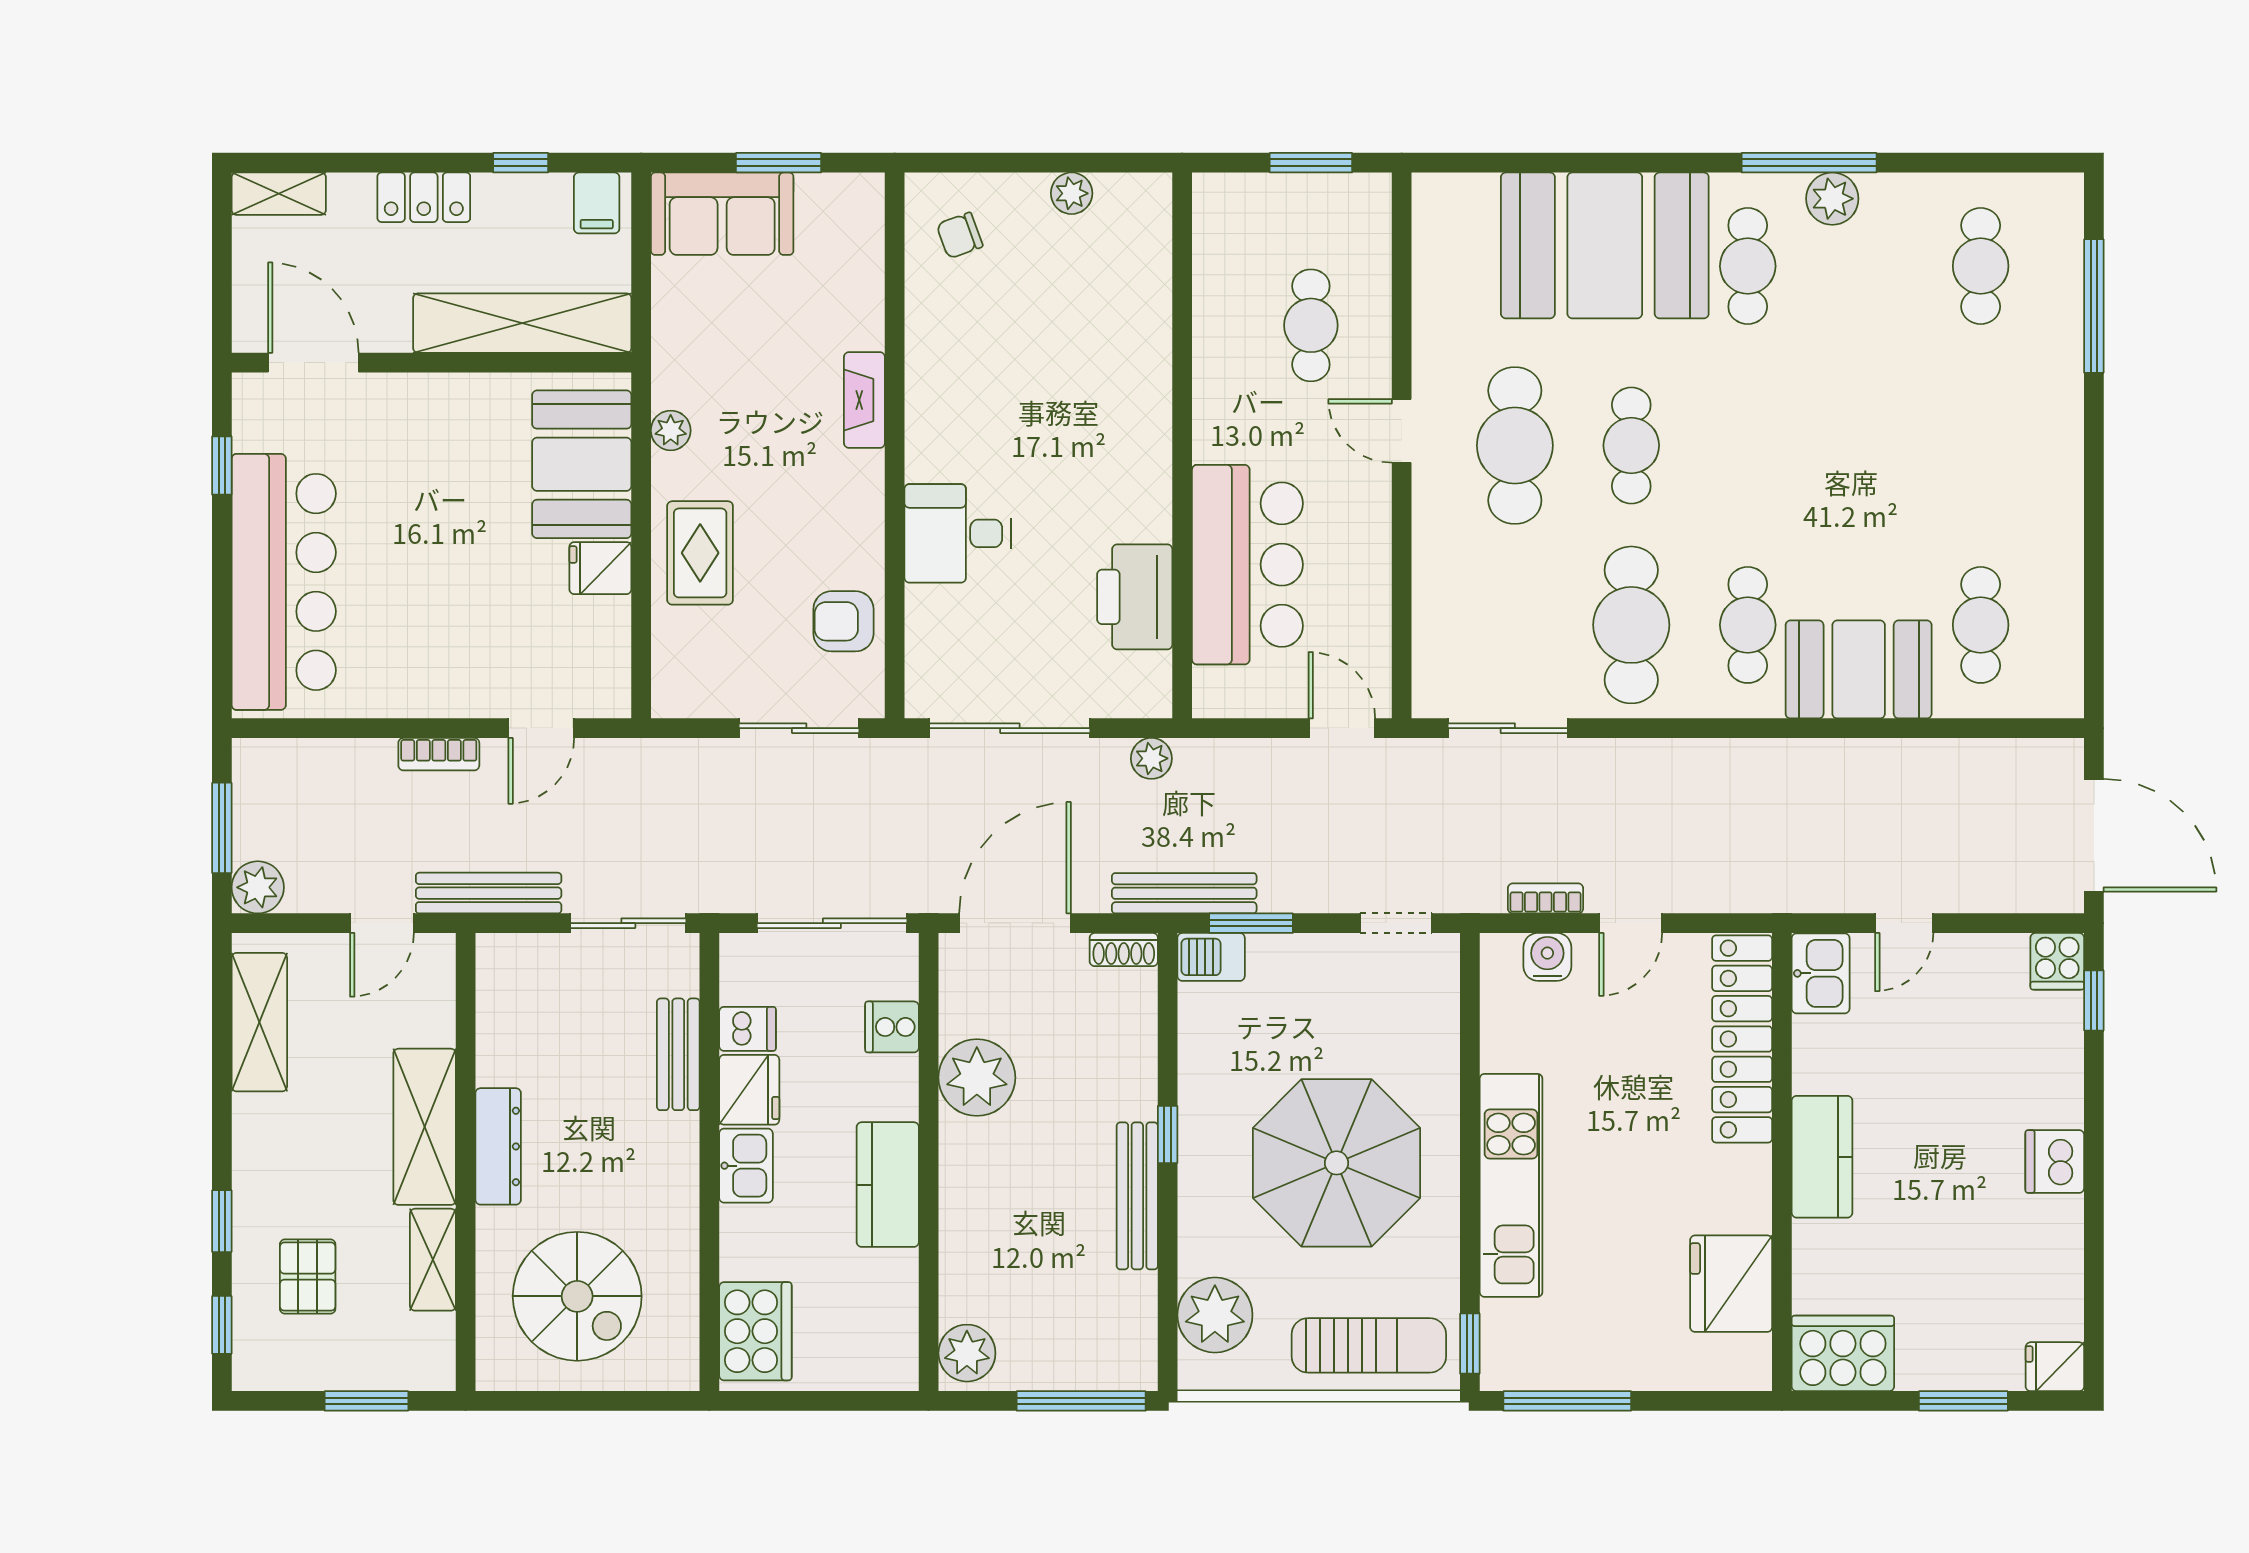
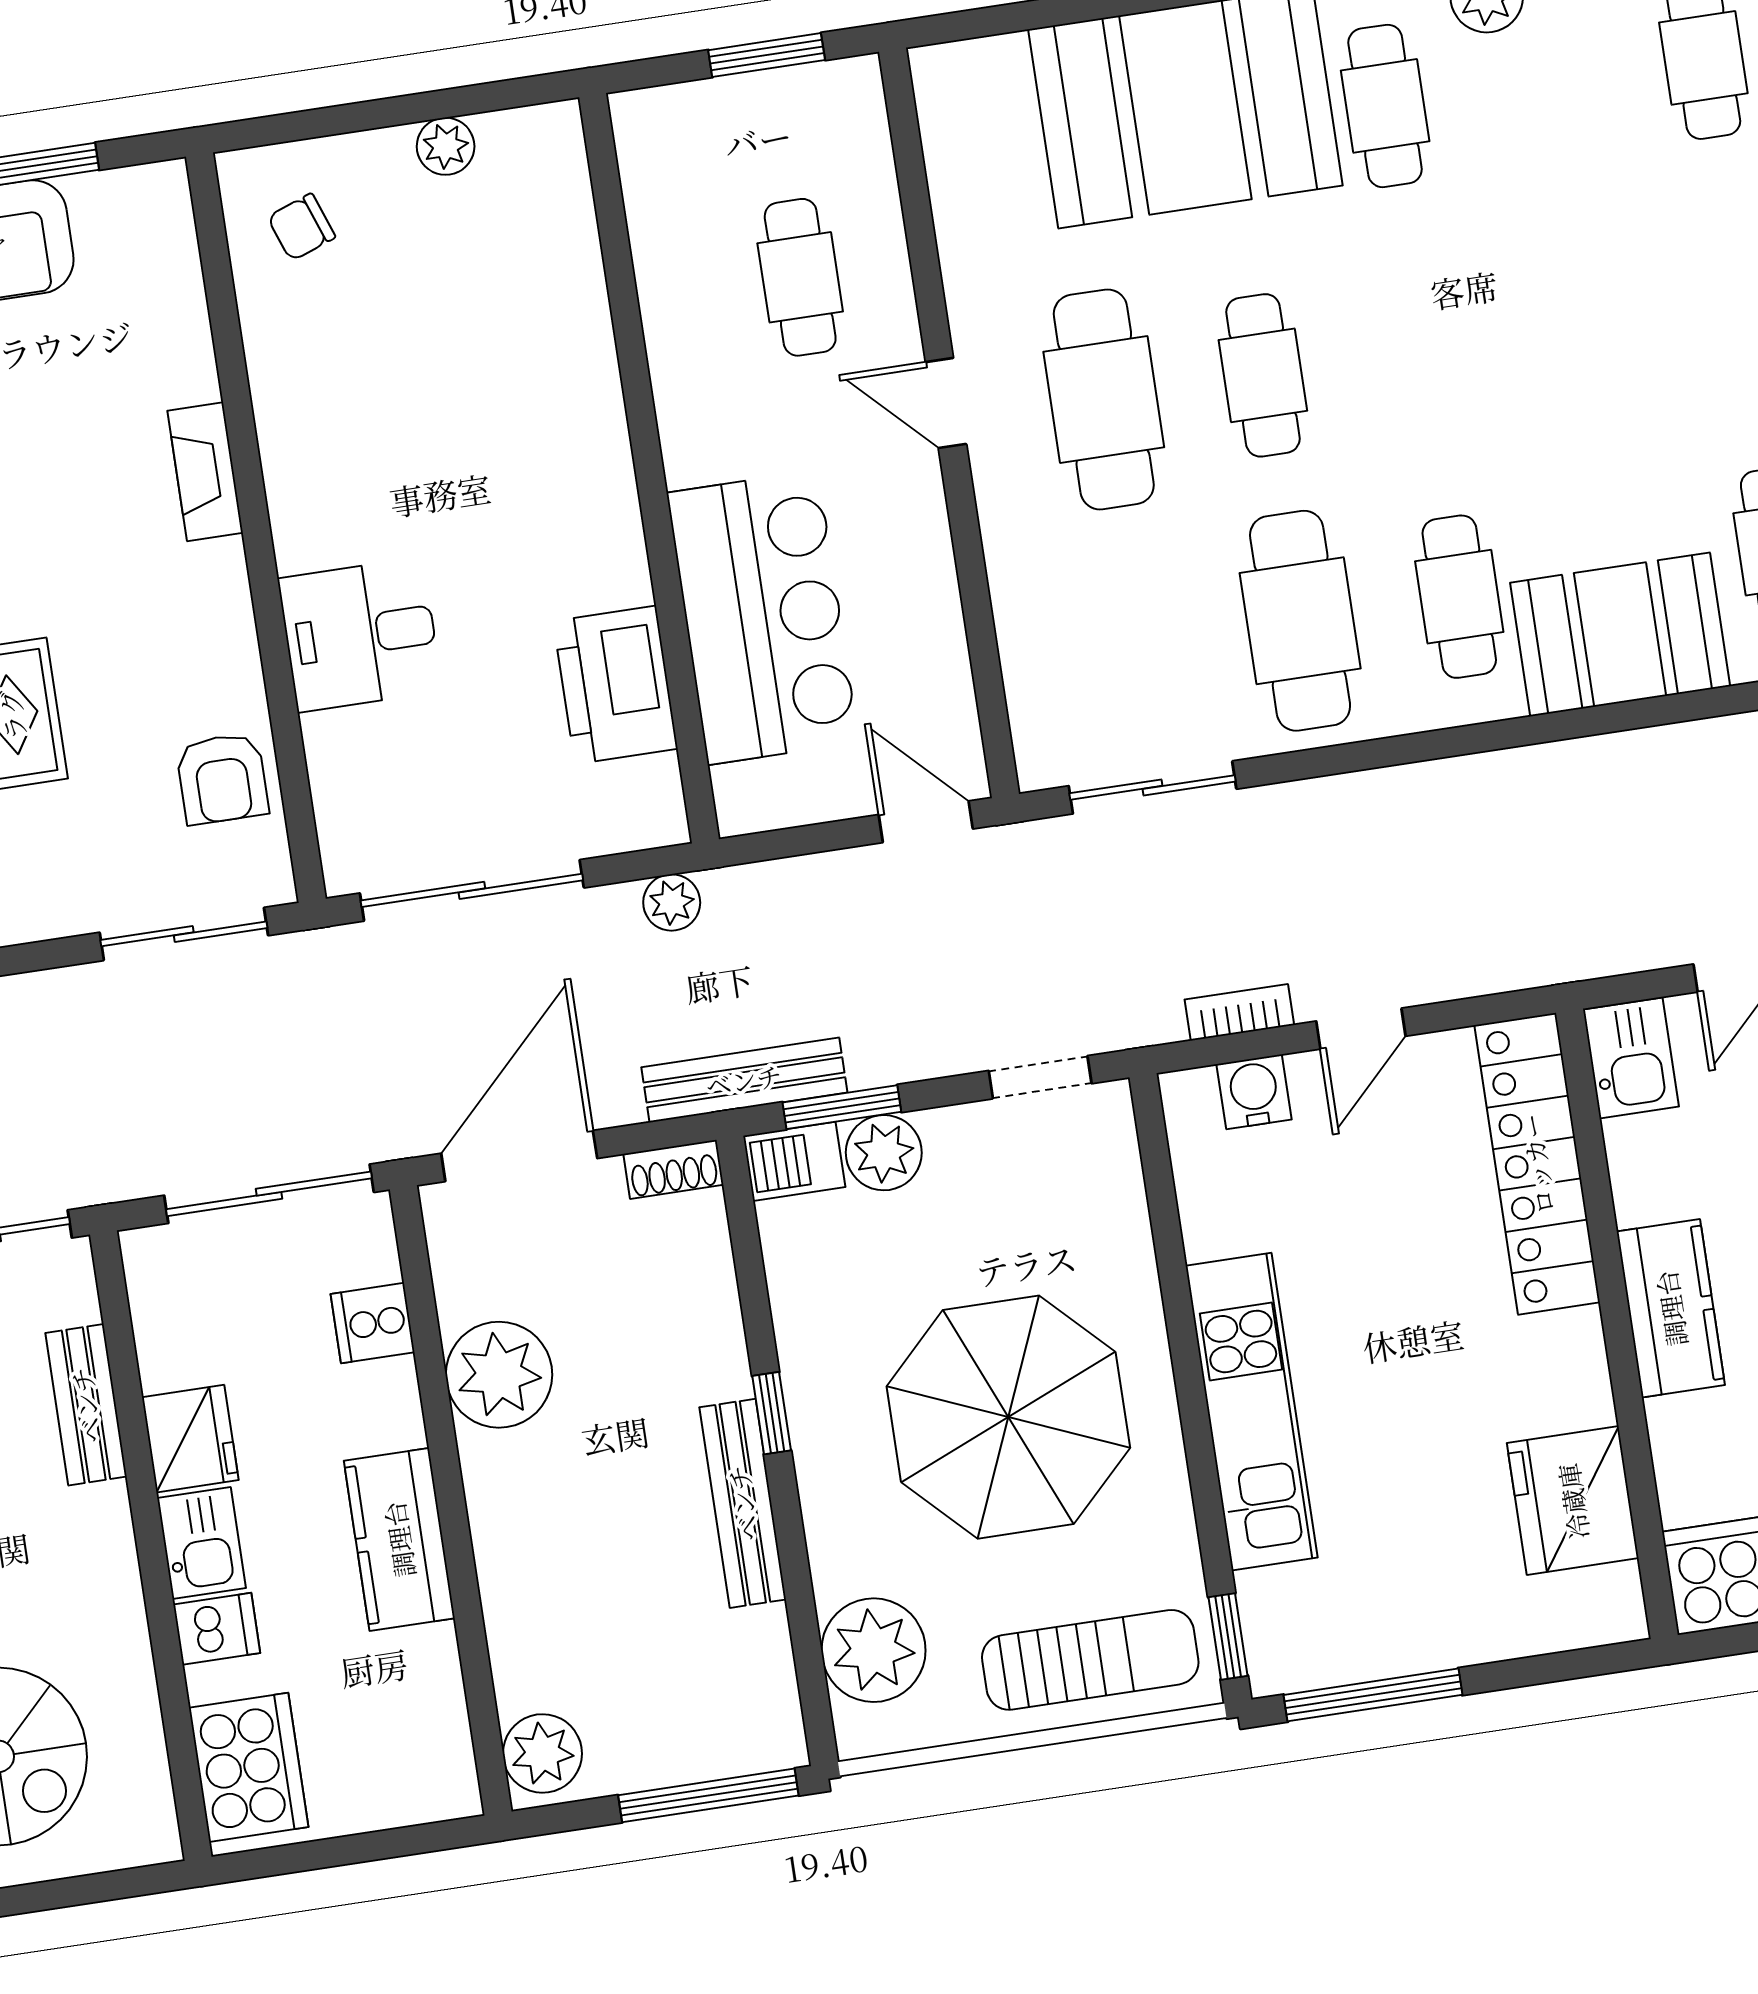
armchair: (843, 621) -> (222, 779), turned -90
plant: (1276, 960) -> (884, 1153), added
dishwasher: (748, 1029) -> (217, 1629), moved

